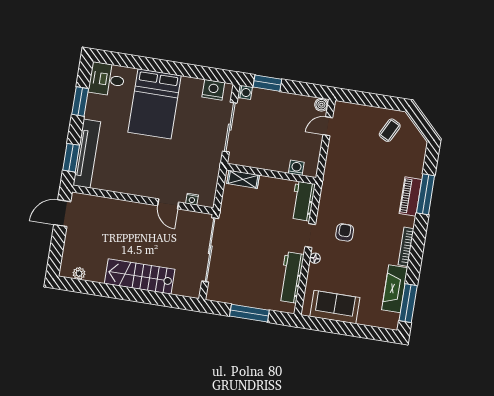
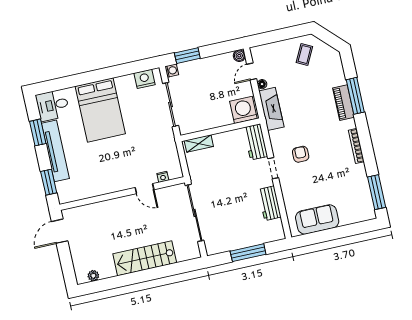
tv unit: (87, 154) -> (55, 151), moved
washing machine: (296, 168) -> (243, 110), width x1.89, depth x1.89
floor lamp: (315, 258) -> (262, 84), moved
workbench: (291, 277) -> (269, 203), width x0.73
fireplace: (395, 289) -> (271, 109), moved, turned 180

